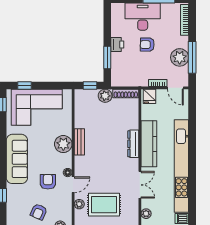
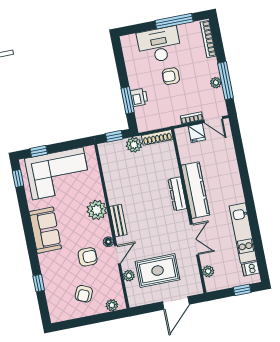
printer: (117, 44) -> (139, 97), moved
plant: (180, 57) -> (216, 83), width x0.53, depth x0.53
fridge: (149, 96) -> (197, 133), moved
bench: (79, 142) -> (118, 221), moved
sofa: (17, 159) -> (45, 230), width x0.73
kitchen unit: (181, 166) -> (243, 233), width x0.54
armchair: (48, 182) -> (88, 257), turned 90

